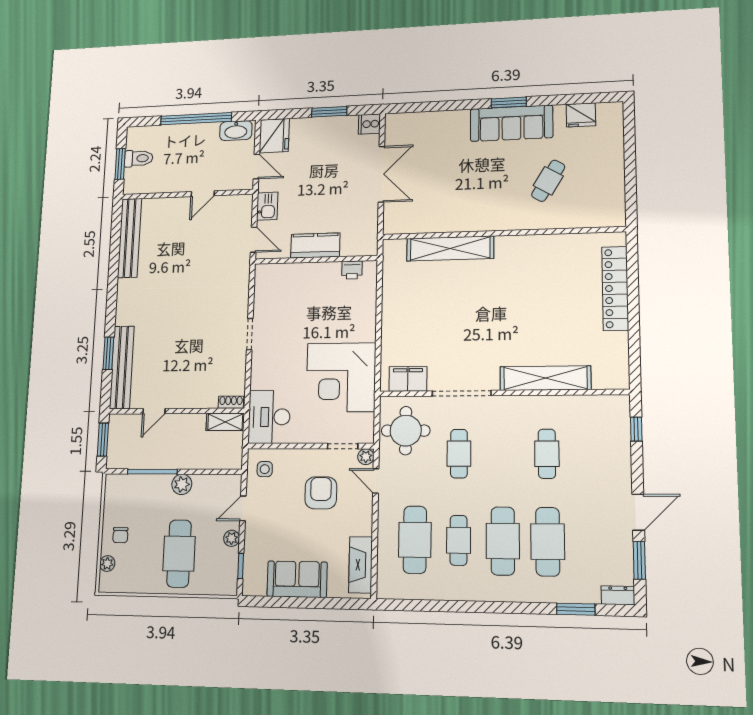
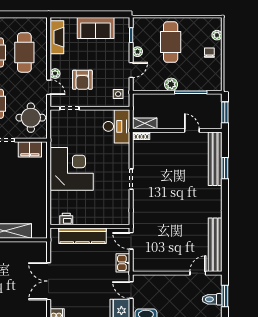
door: (203, 194) -> (198, 273), moved
kitchen counter: (315, 246) -> (82, 236), width x1.50
corner desk: (341, 377) -> (72, 169), moved
door: (154, 411) -> (192, 130), hinge flipped
plant: (366, 457) -> (55, 74), moved

